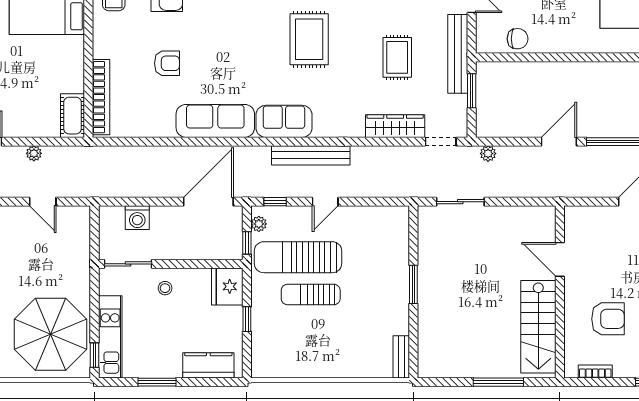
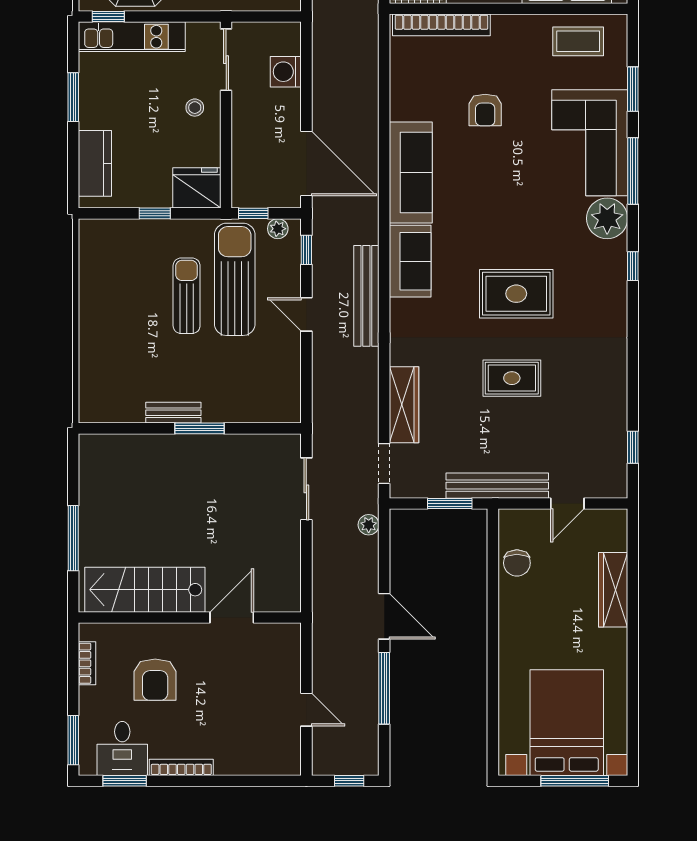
rug: (397, 57) -> (512, 378), moved
bench: (401, 357) -> (173, 413), moved

